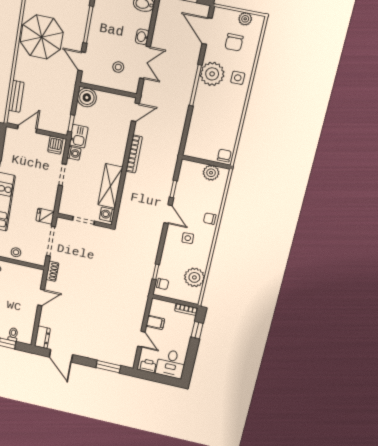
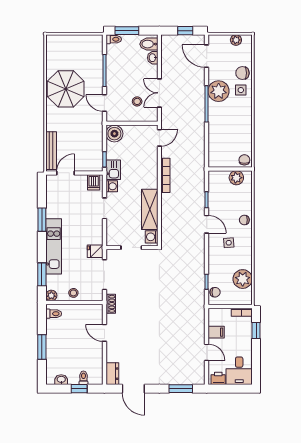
washbasin: (142, 37) -> (153, 58), moved
chair: (234, 42) -> (242, 73), moved, turned 90
double door: (145, 63) -> (159, 93), swing flipped
bench: (16, 96) -> (51, 151), width x1.36
door: (41, 298) -> (104, 333), swing flipped

